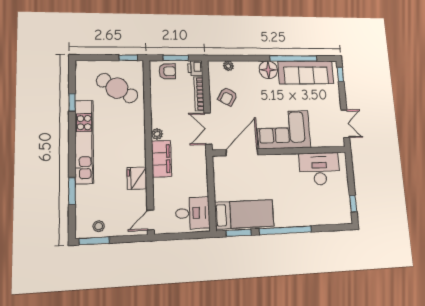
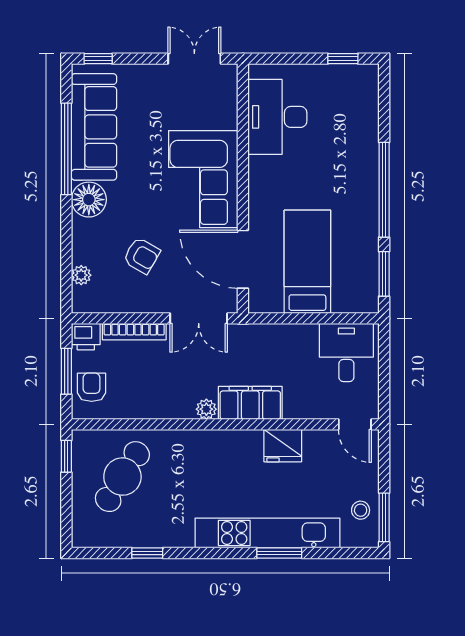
armchair: (228, 97) -> (142, 256), moved
kitchen unit: (84, 142) -> (267, 533), moved
window: (72, 191) -> (279, 553), moved
bed: (244, 214) -> (307, 262), moved

